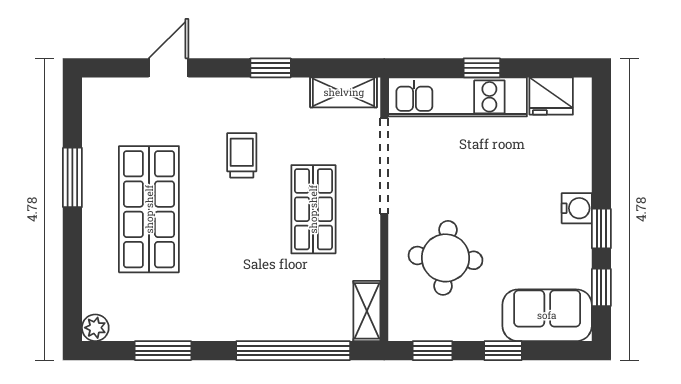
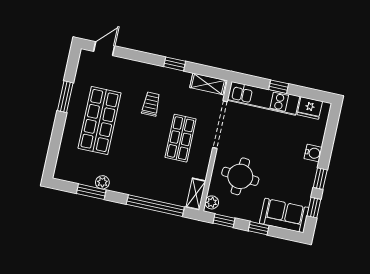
door: (168, 68) -> (104, 49), moved
water cooler: (577, 208) -> (313, 153), moved
plant: (401, 320) -> (212, 202), added
plant: (95, 328) -> (102, 182), moved

